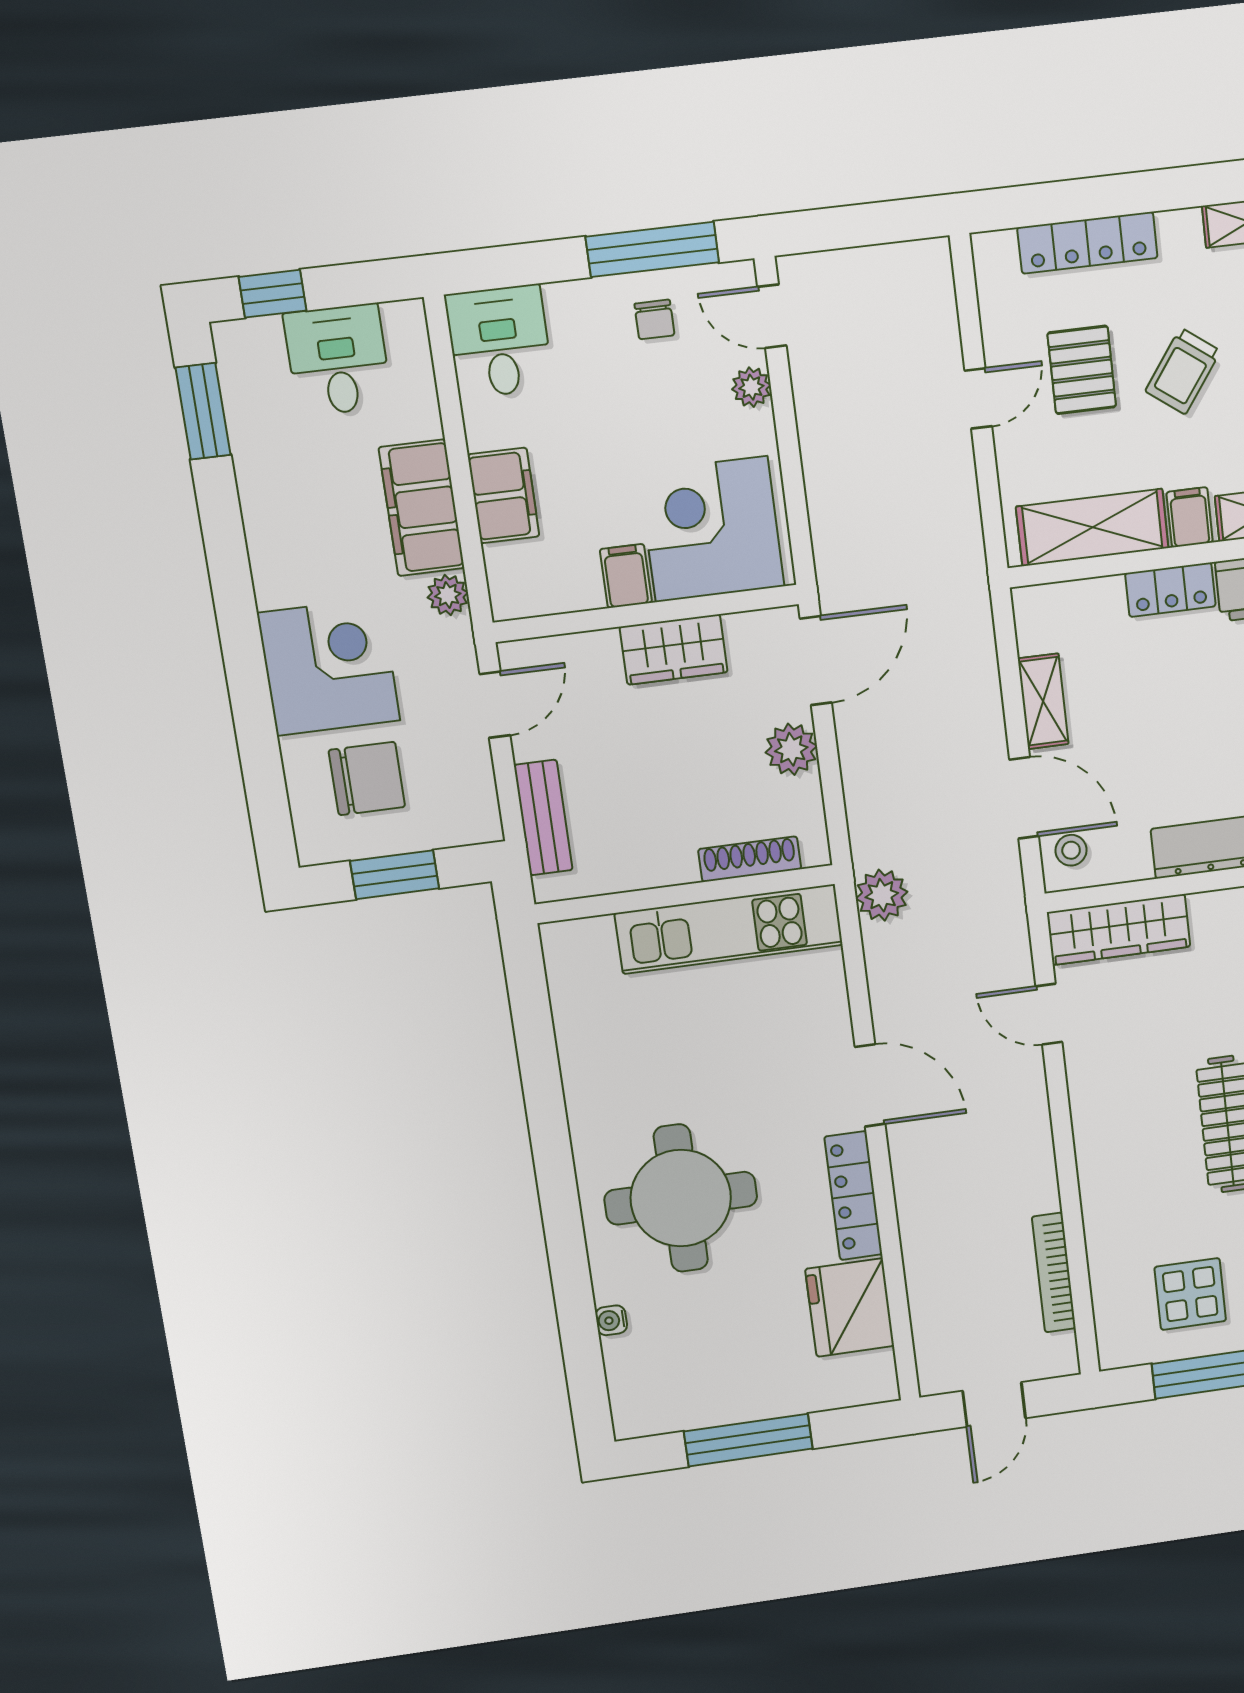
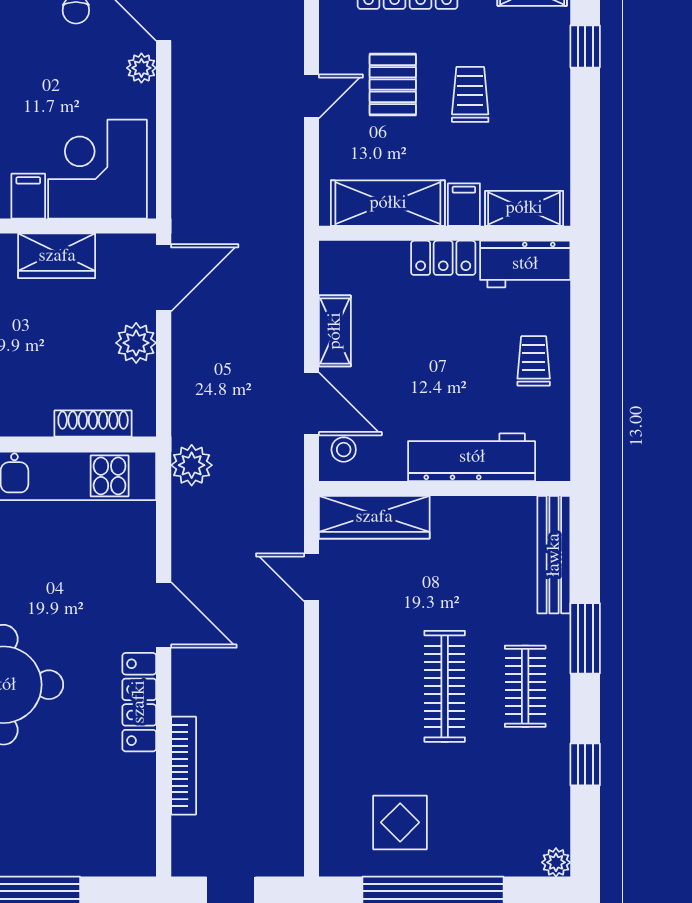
trolley: (1183, 371) -> (470, 94), turned 144
bookcase: (1054, 1273) -> (184, 766), moved, turned 180
fridge: (850, 1308) -> (125, 793), removed

